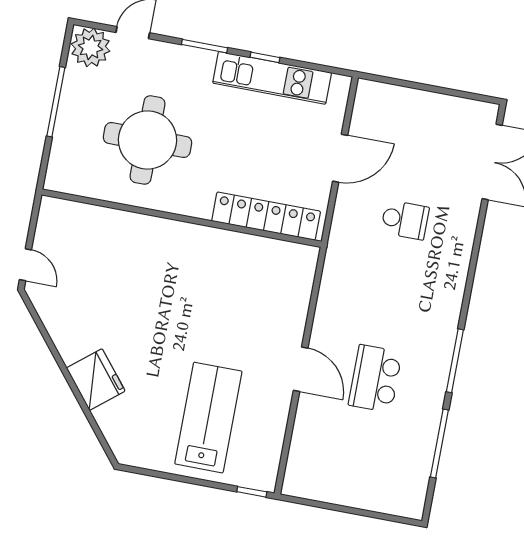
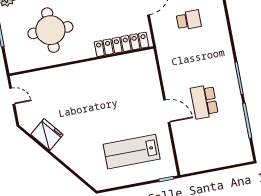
door: (25, 265) -> (12, 96), moved
fridge: (96, 380) -> (47, 135), moved
lab bench: (208, 418) -> (132, 152), turned -90

